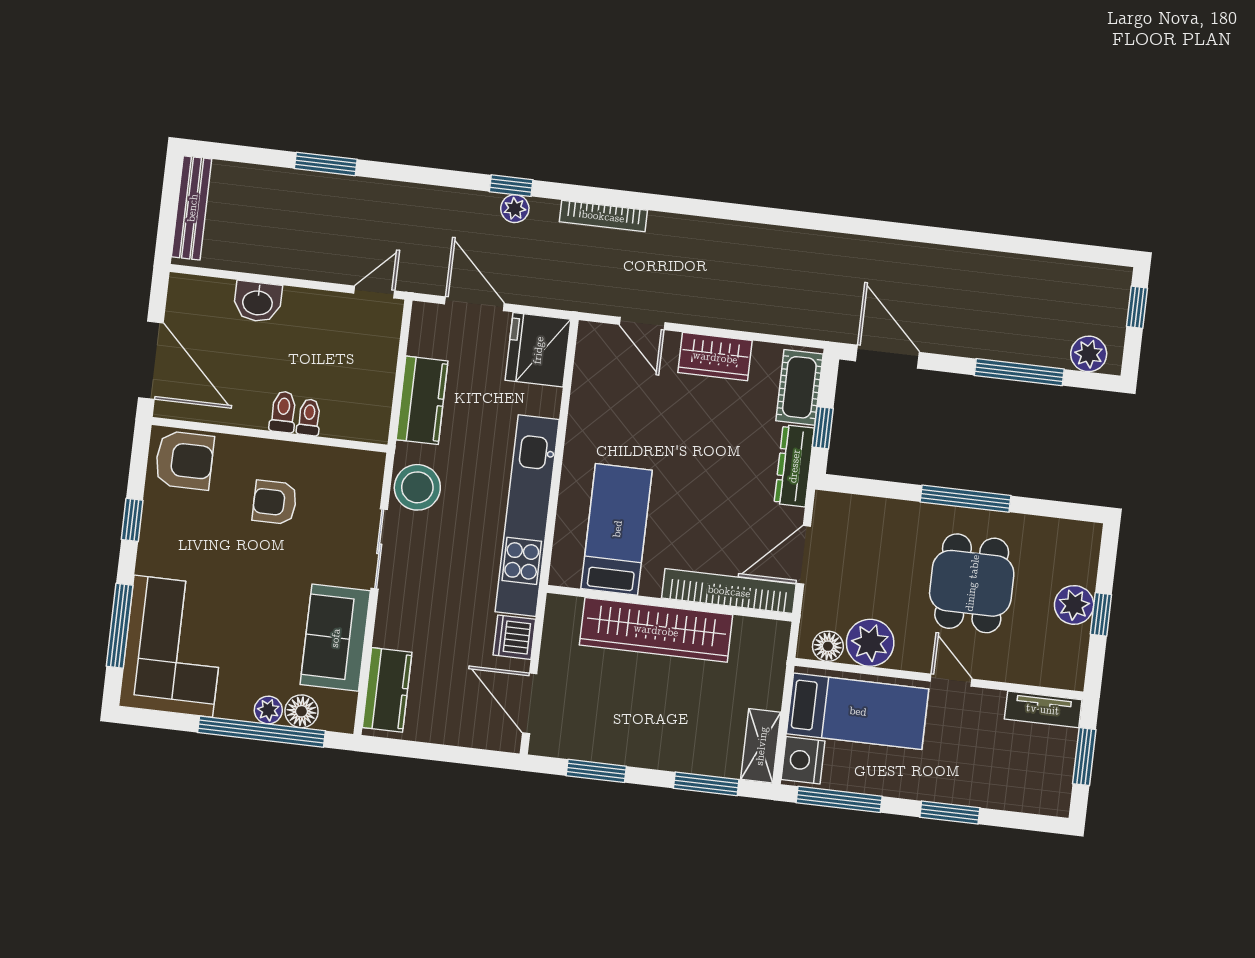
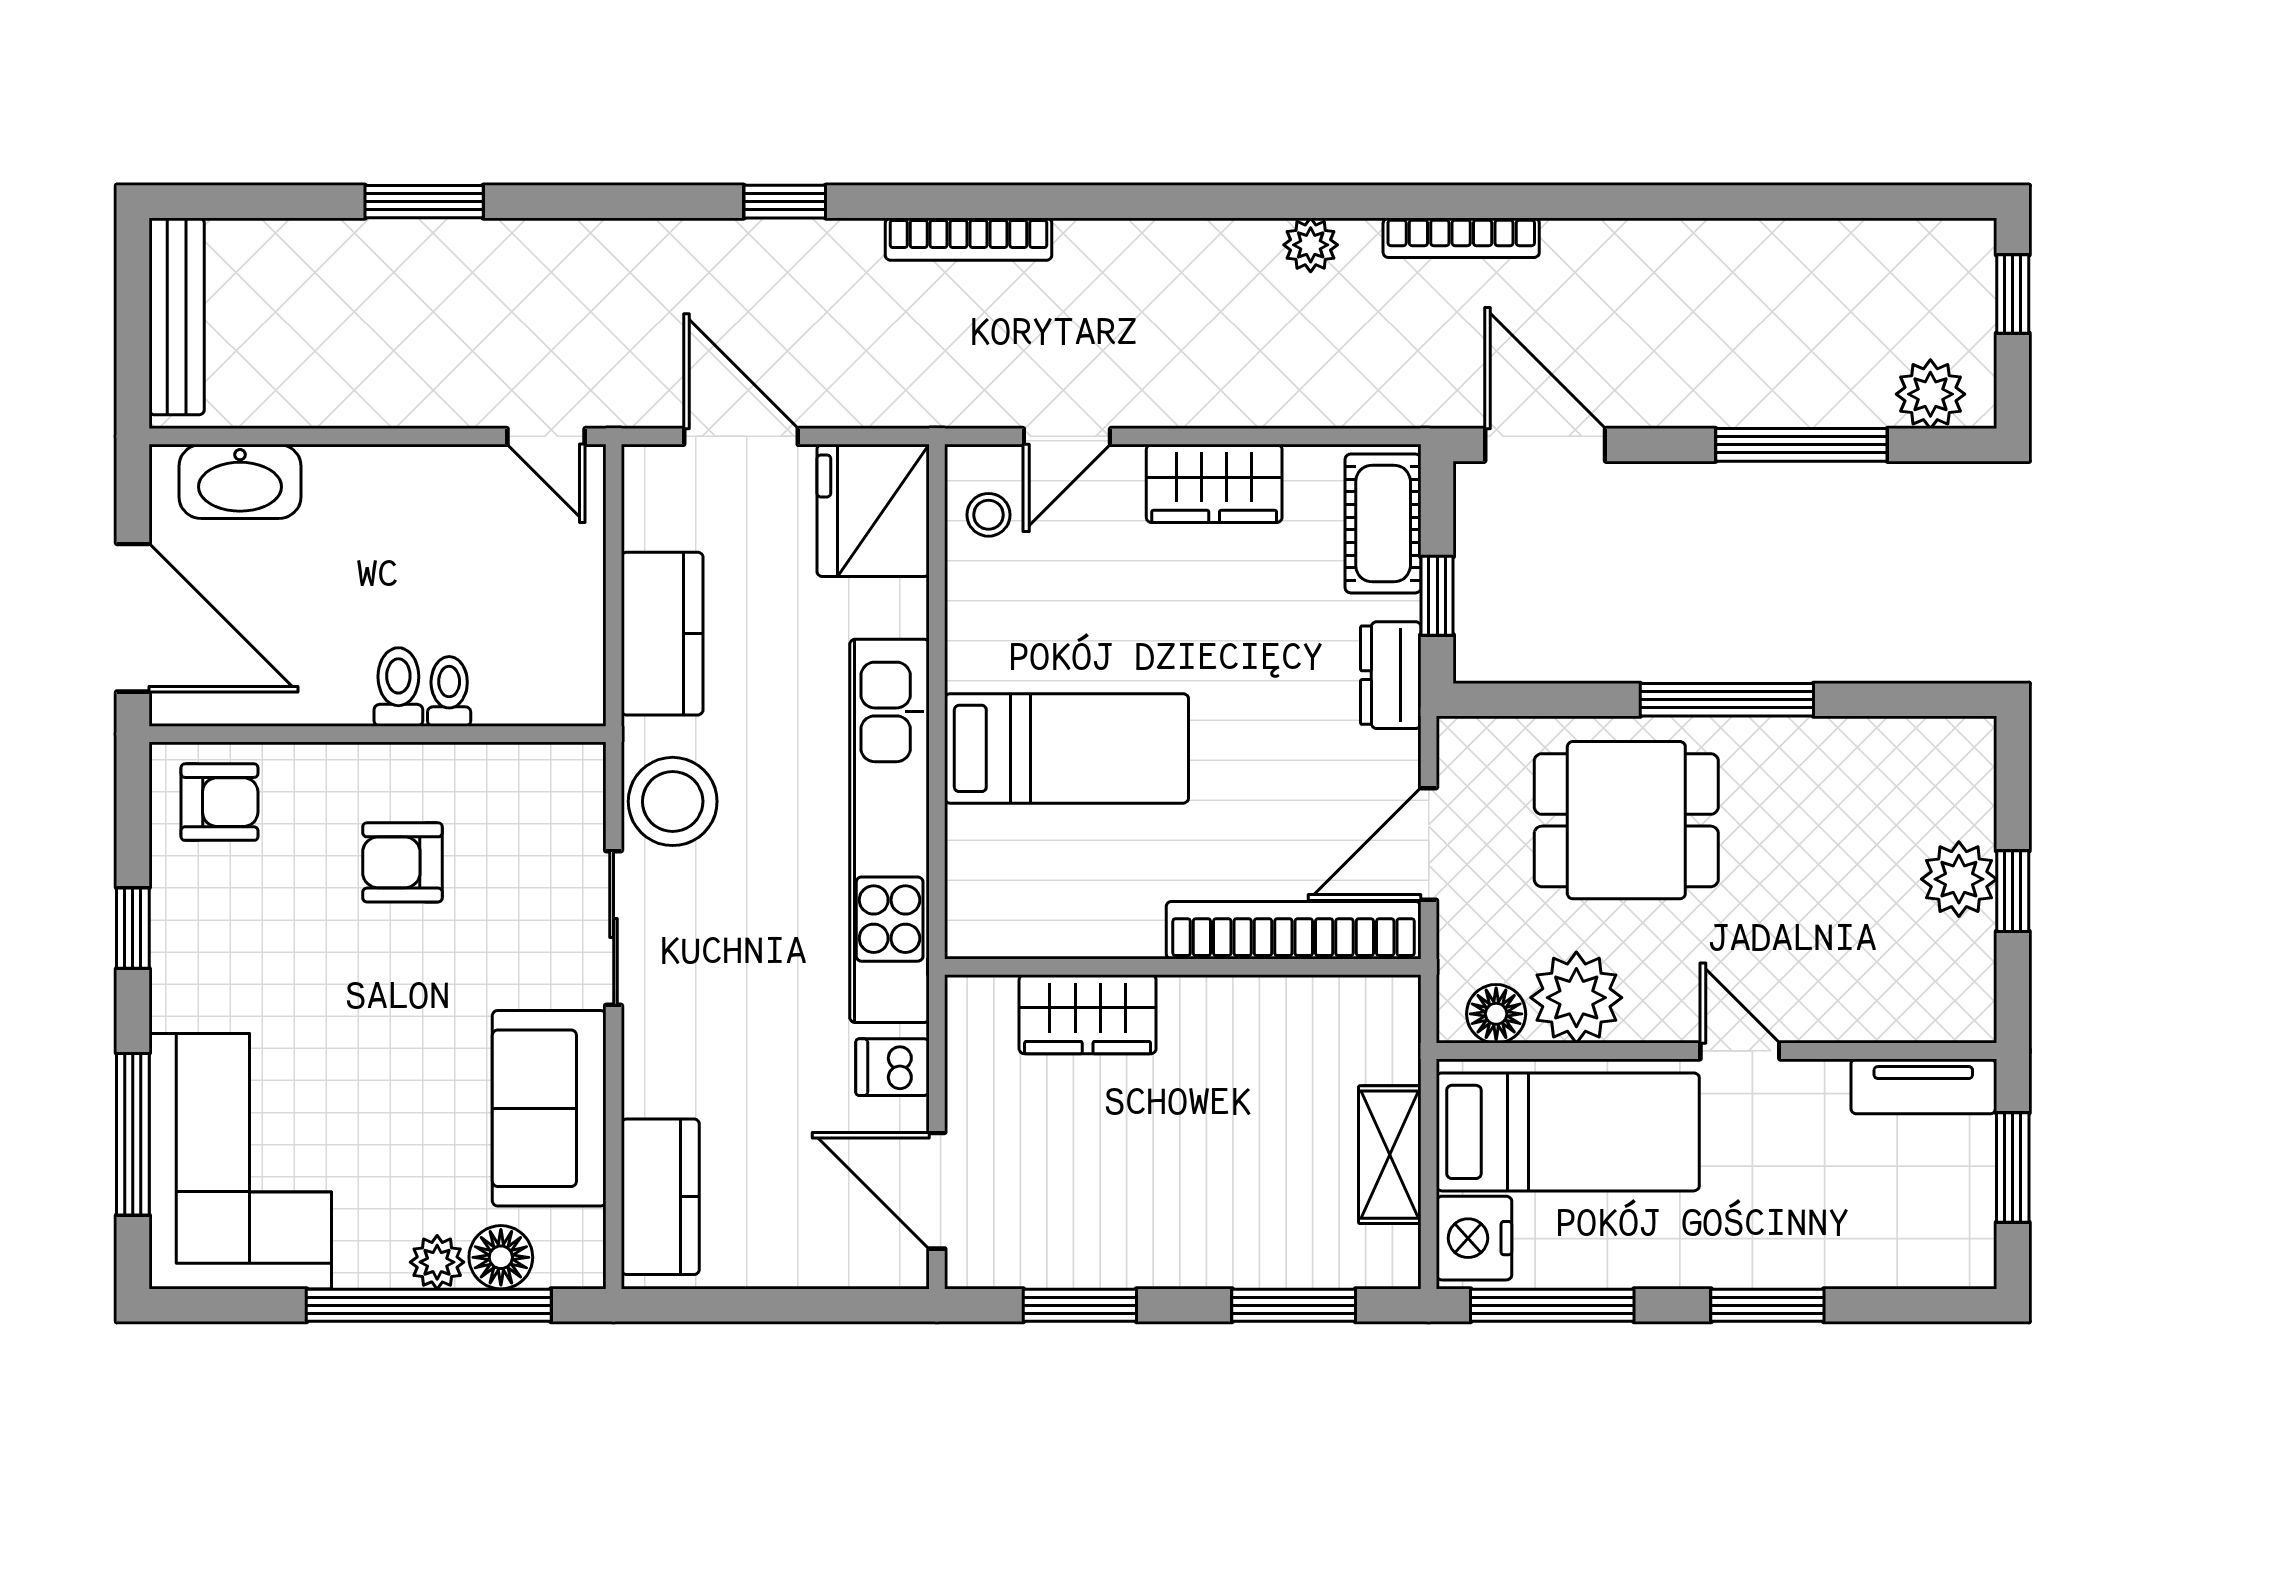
plant: (515, 209) -> (1311, 245), moved
bookcase: (857, 245) -> (1461, 238), added
door: (374, 292) -> (546, 436), swing flipped
washbasin: (258, 302) -> (240, 481), moved, width x1.38
door: (642, 323) -> (1067, 436), hinge flipped
stool: (597, 359) -> (989, 515), added
armchair: (184, 460) -> (219, 802), width x0.72, depth x0.72
dresser: (794, 466) -> (1391, 675), width x0.70
bed: (617, 529) -> (1067, 748), moved, turned 90
dining table: (972, 583) -> (1626, 820), moved, turned 90
wardrobe: (656, 630) -> (1088, 1014), width x0.48, depth x0.85
dishwasher: (514, 637) -> (892, 1067), width x0.73
shelving: (761, 746) -> (1390, 1155), moved

